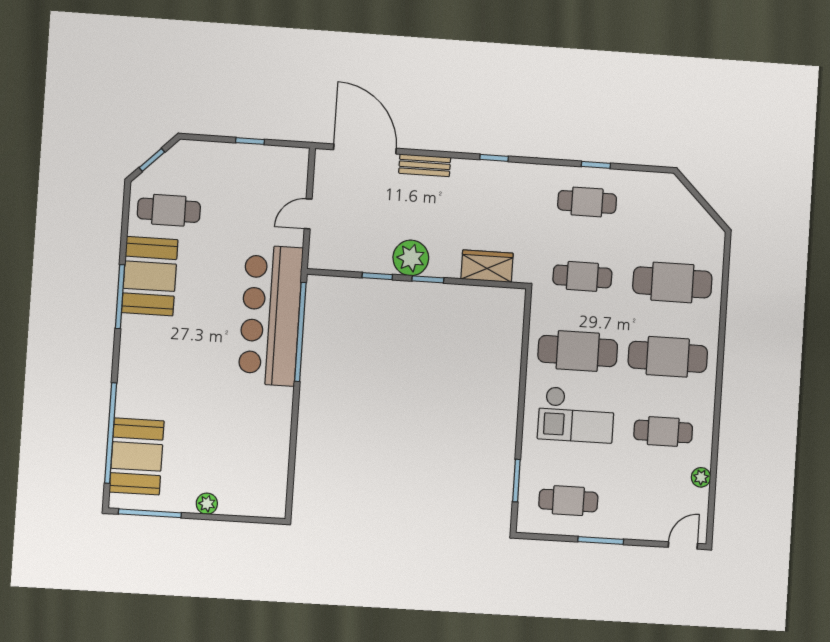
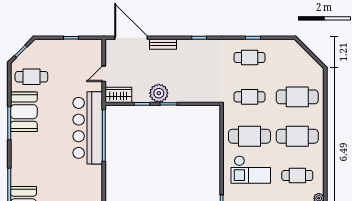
wardrobe: (487, 266) -> (118, 95), moved

